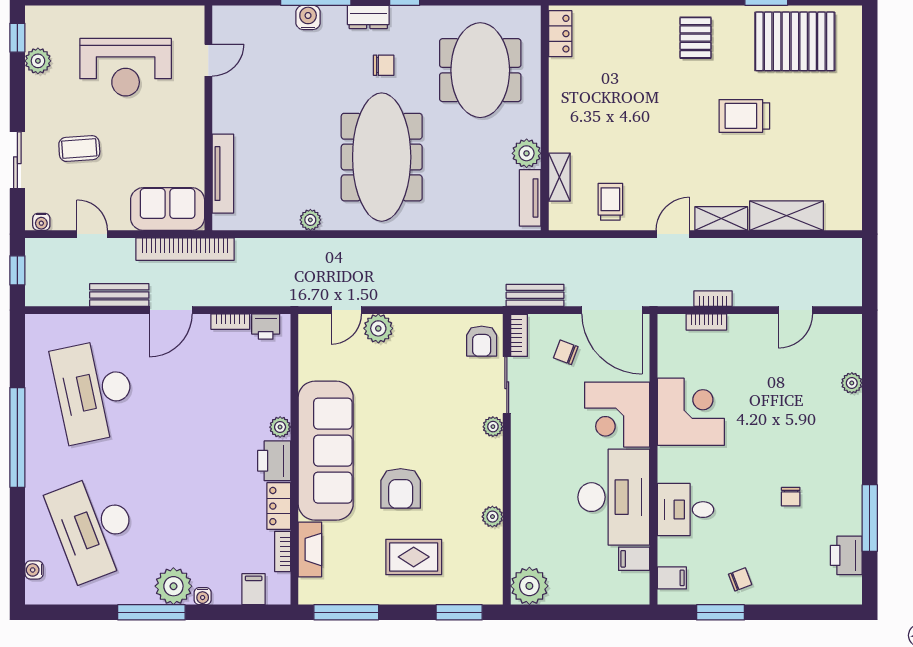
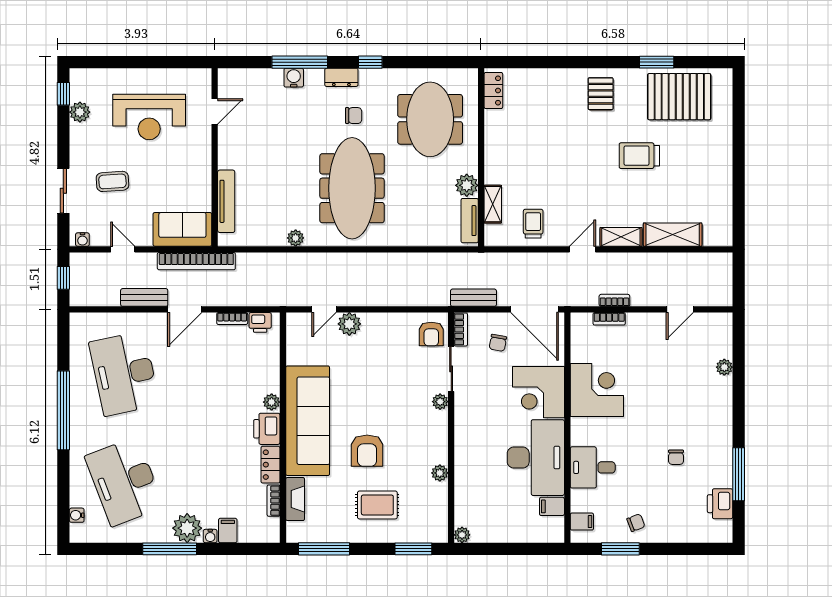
chair: (566, 352) -> (498, 343), turned -101
plant: (529, 586) -> (462, 535), width x0.53, depth x0.53
filing cabinet: (254, 589) -> (228, 530), moved

